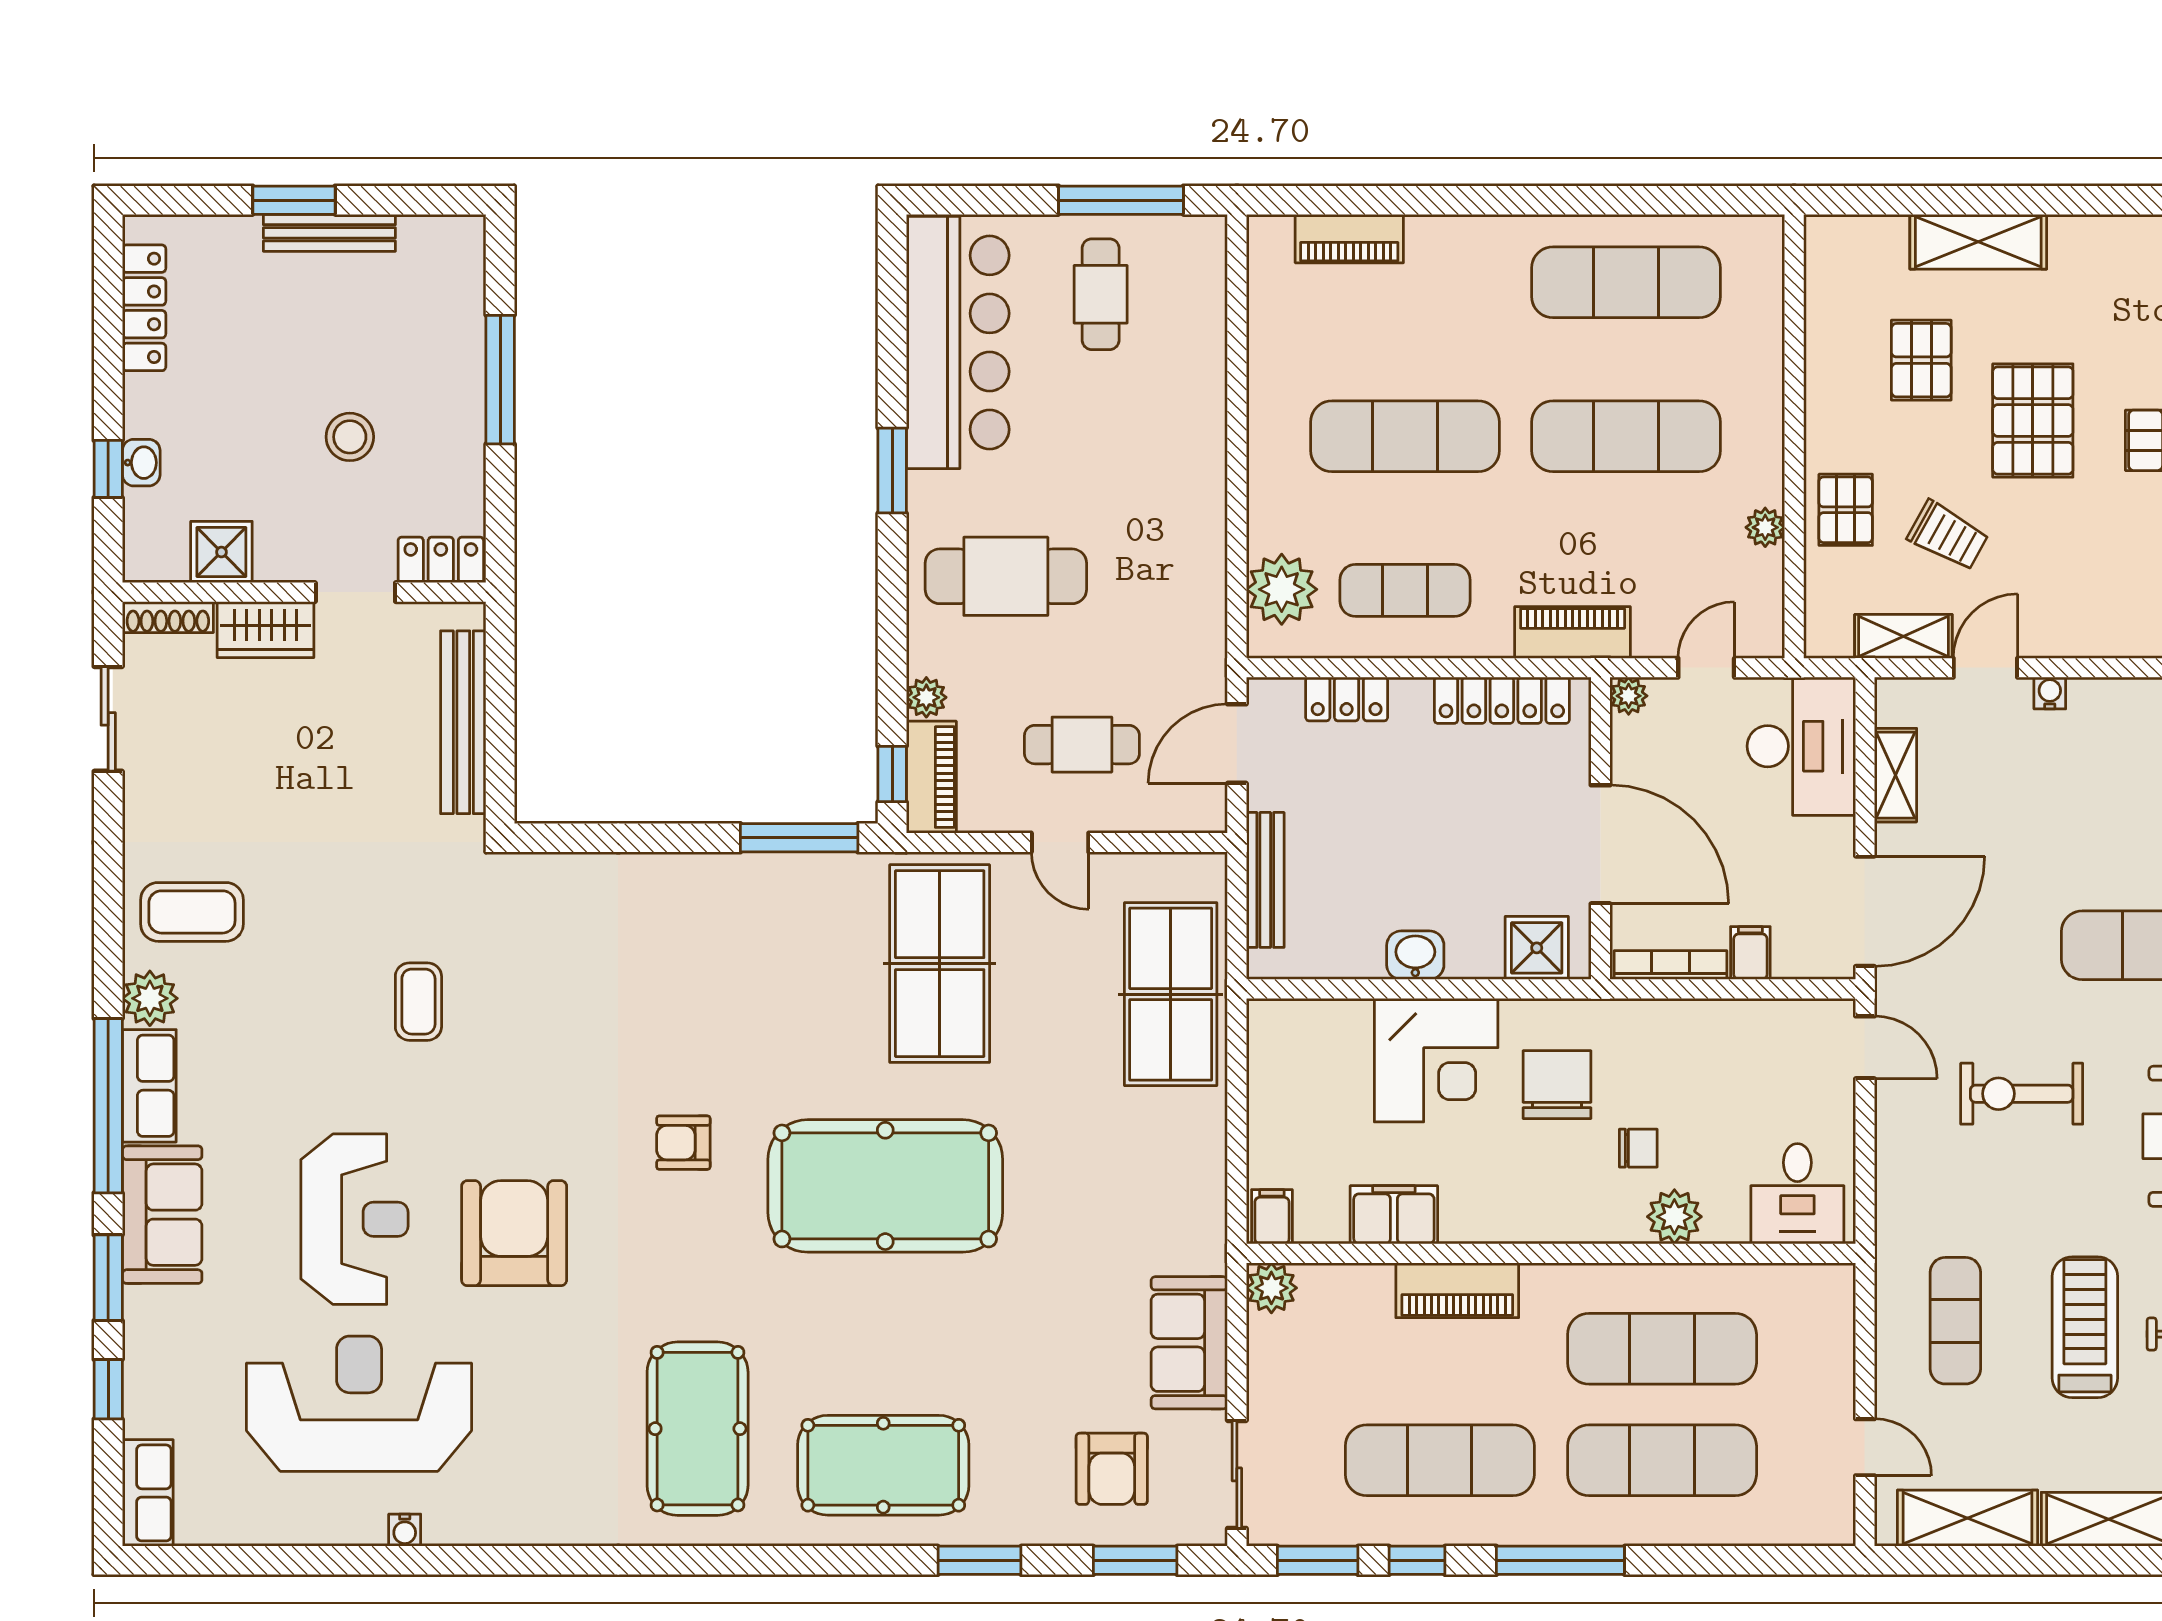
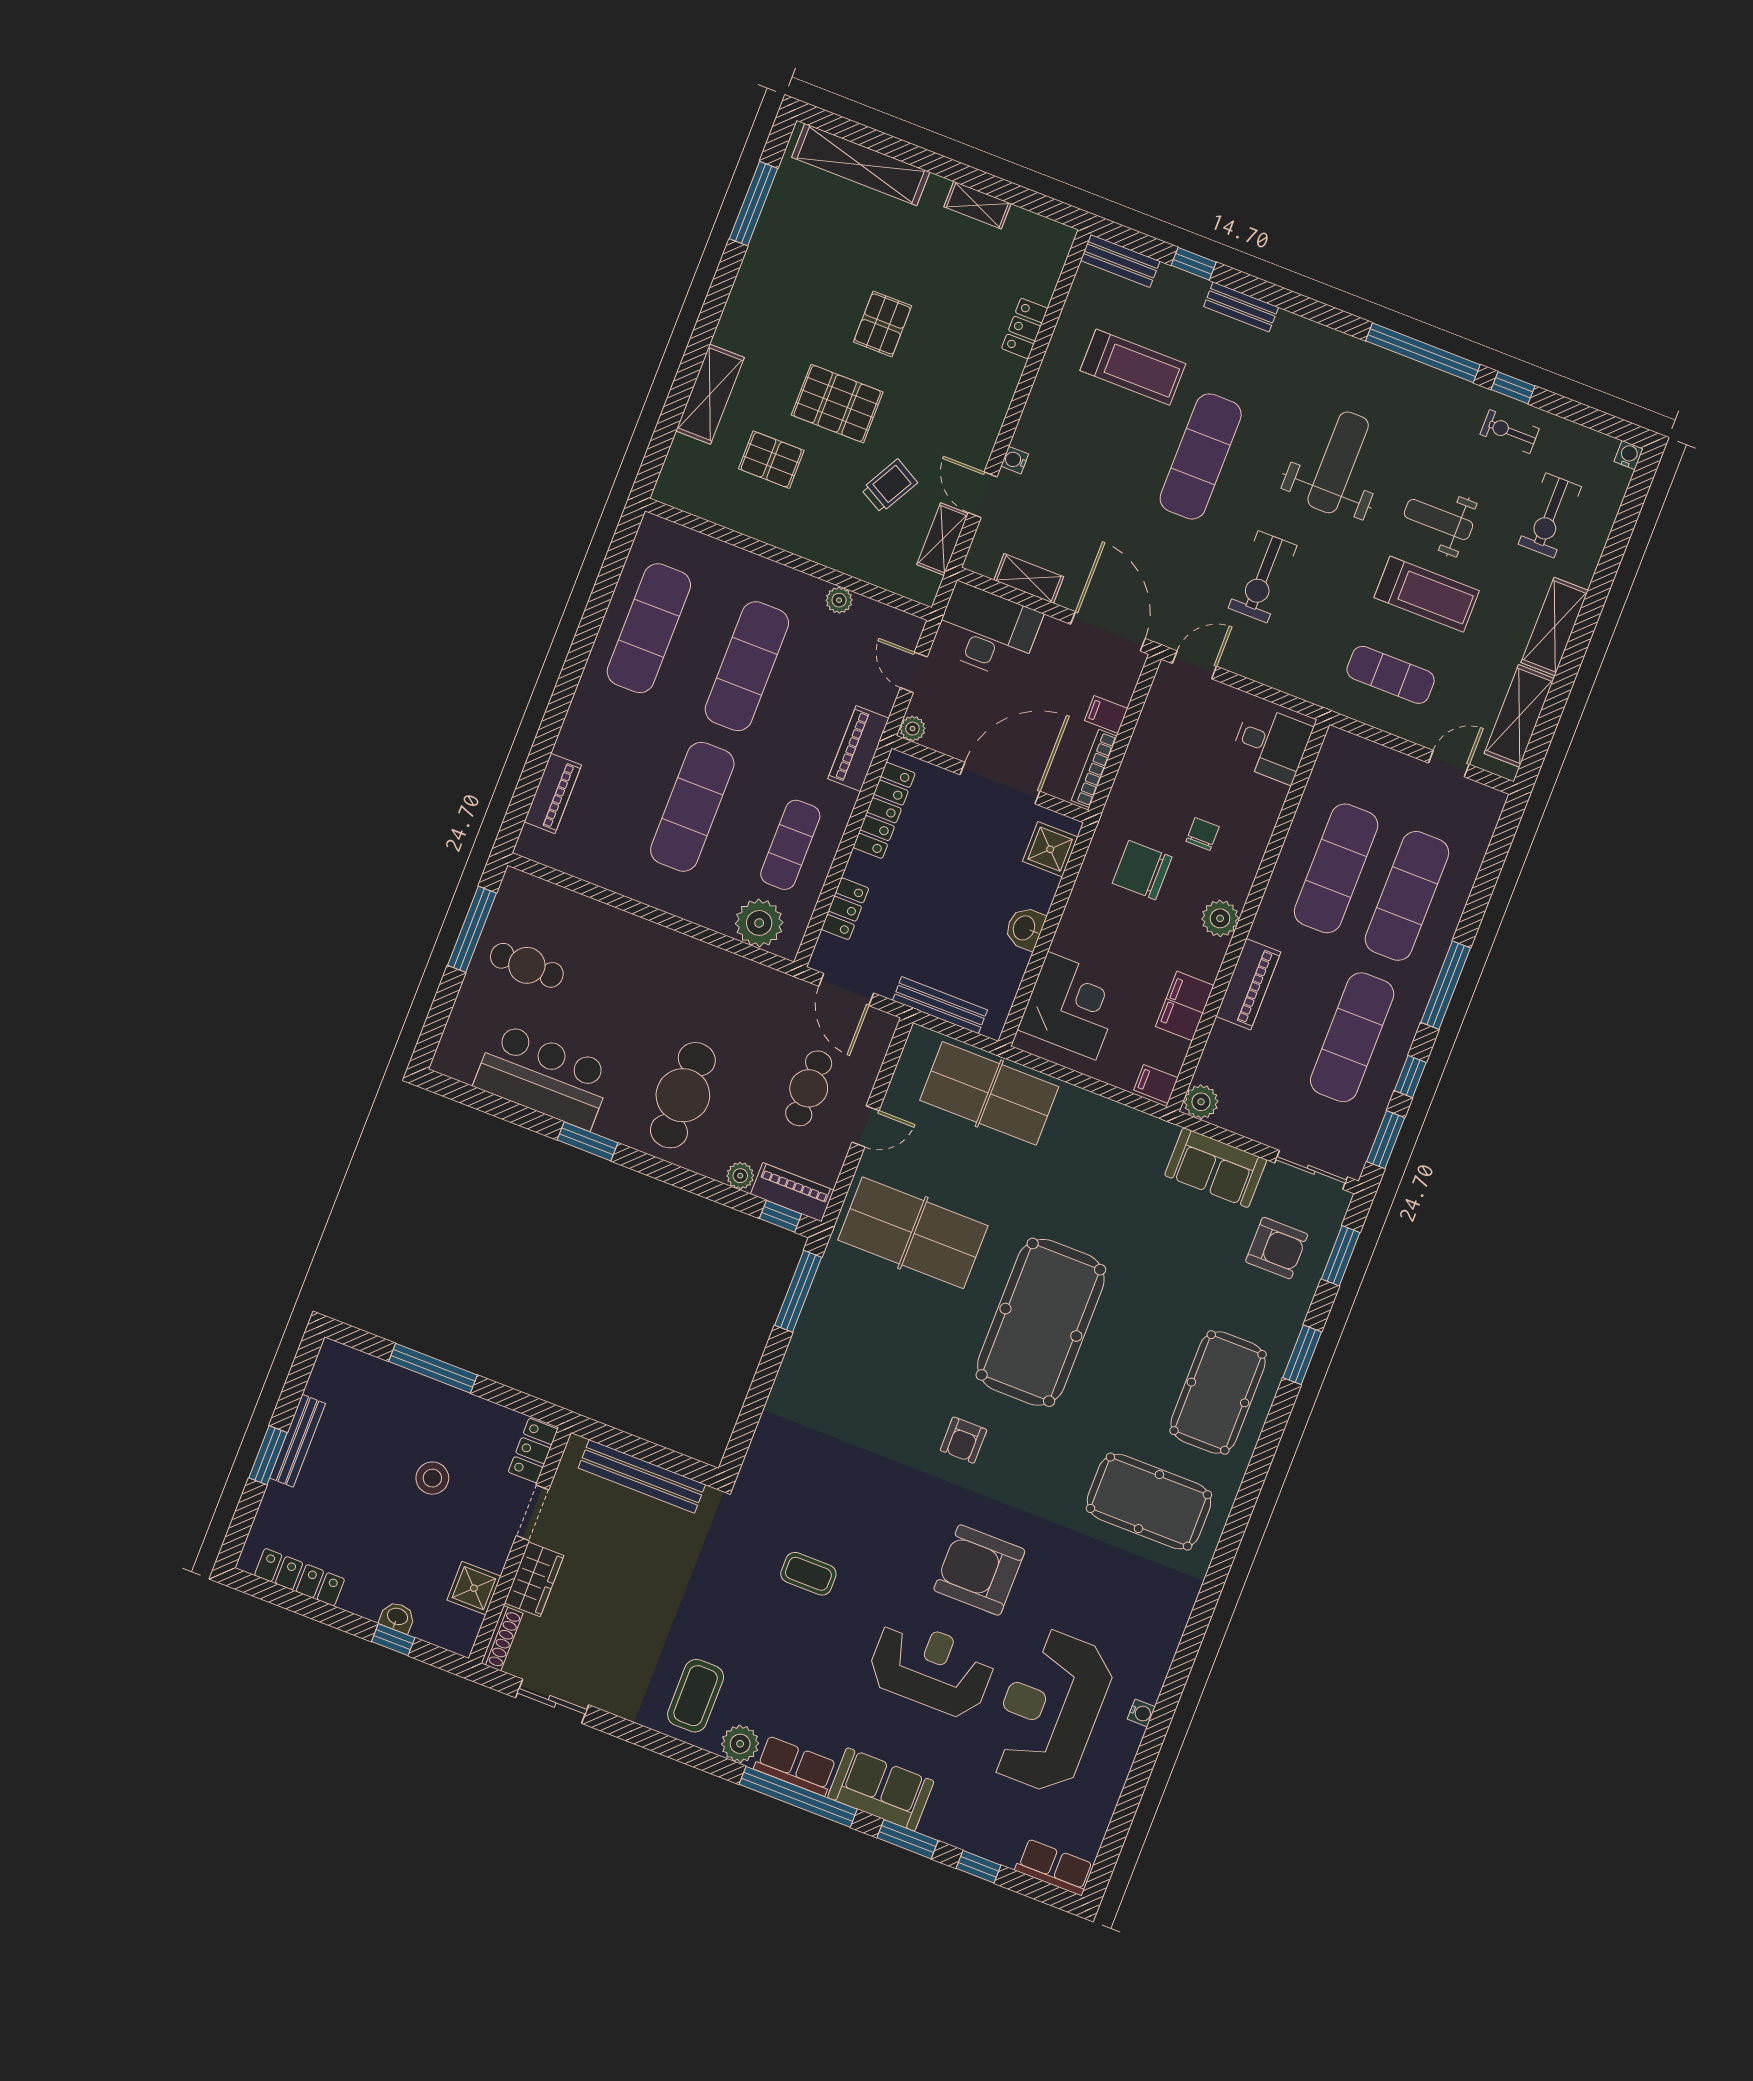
bar counter: (958, 342) -> (544, 1076), width x0.73
pallet: (1846, 510) -> (848, 545), removed
corner desk: (1436, 1060) -> (1072, 1006), moved
plant: (1674, 1217) -> (1220, 918), moved
treadmill: (2085, 1327) -> (1427, 594), turned 180

